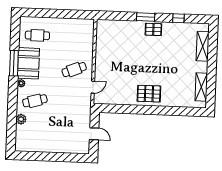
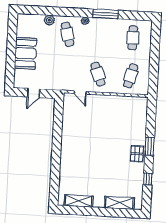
cafe table: (75, 37) -> (131, 76), added
booth: (28, 63) -> (26, 53), moved, turned 90
pallet: (149, 94) -> (73, 148), removed

